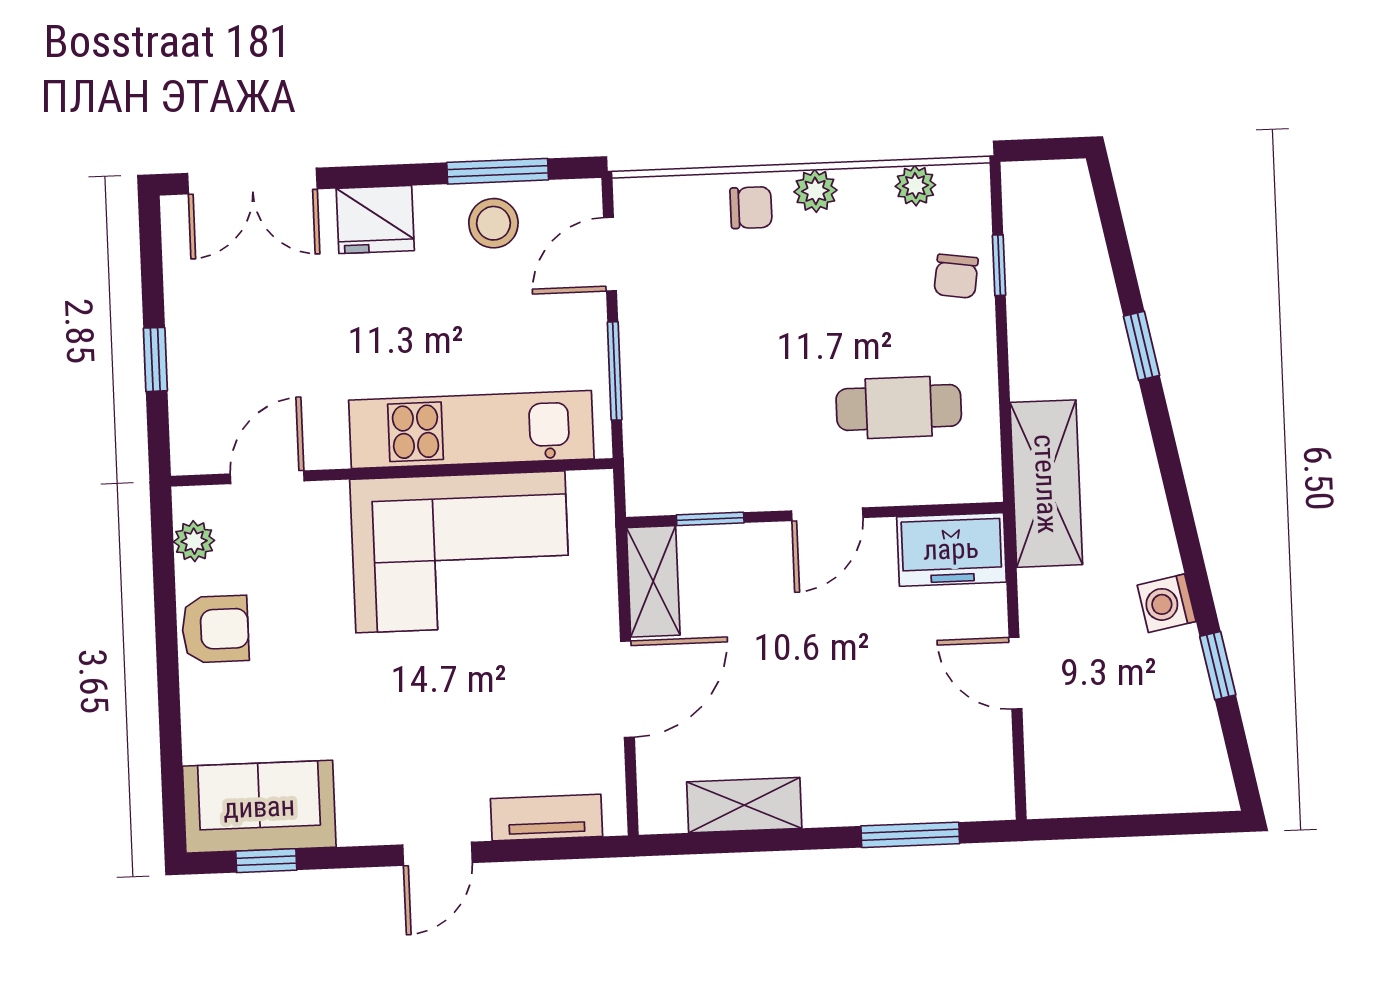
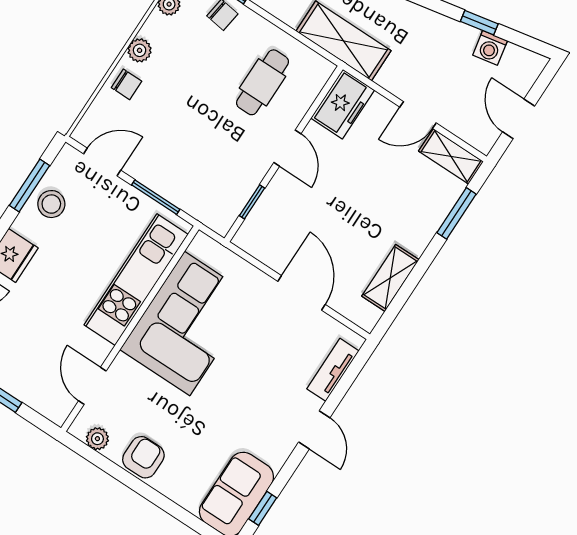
chair: (751, 208) -> (126, 84), turned 90
door: (610, 254) -> (102, 162), swing flipped
shelving: (653, 581) -> (451, 156), moved
washing machine: (1167, 603) -> (490, 48), moved
door: (1117, 826) -> (519, 119), added

